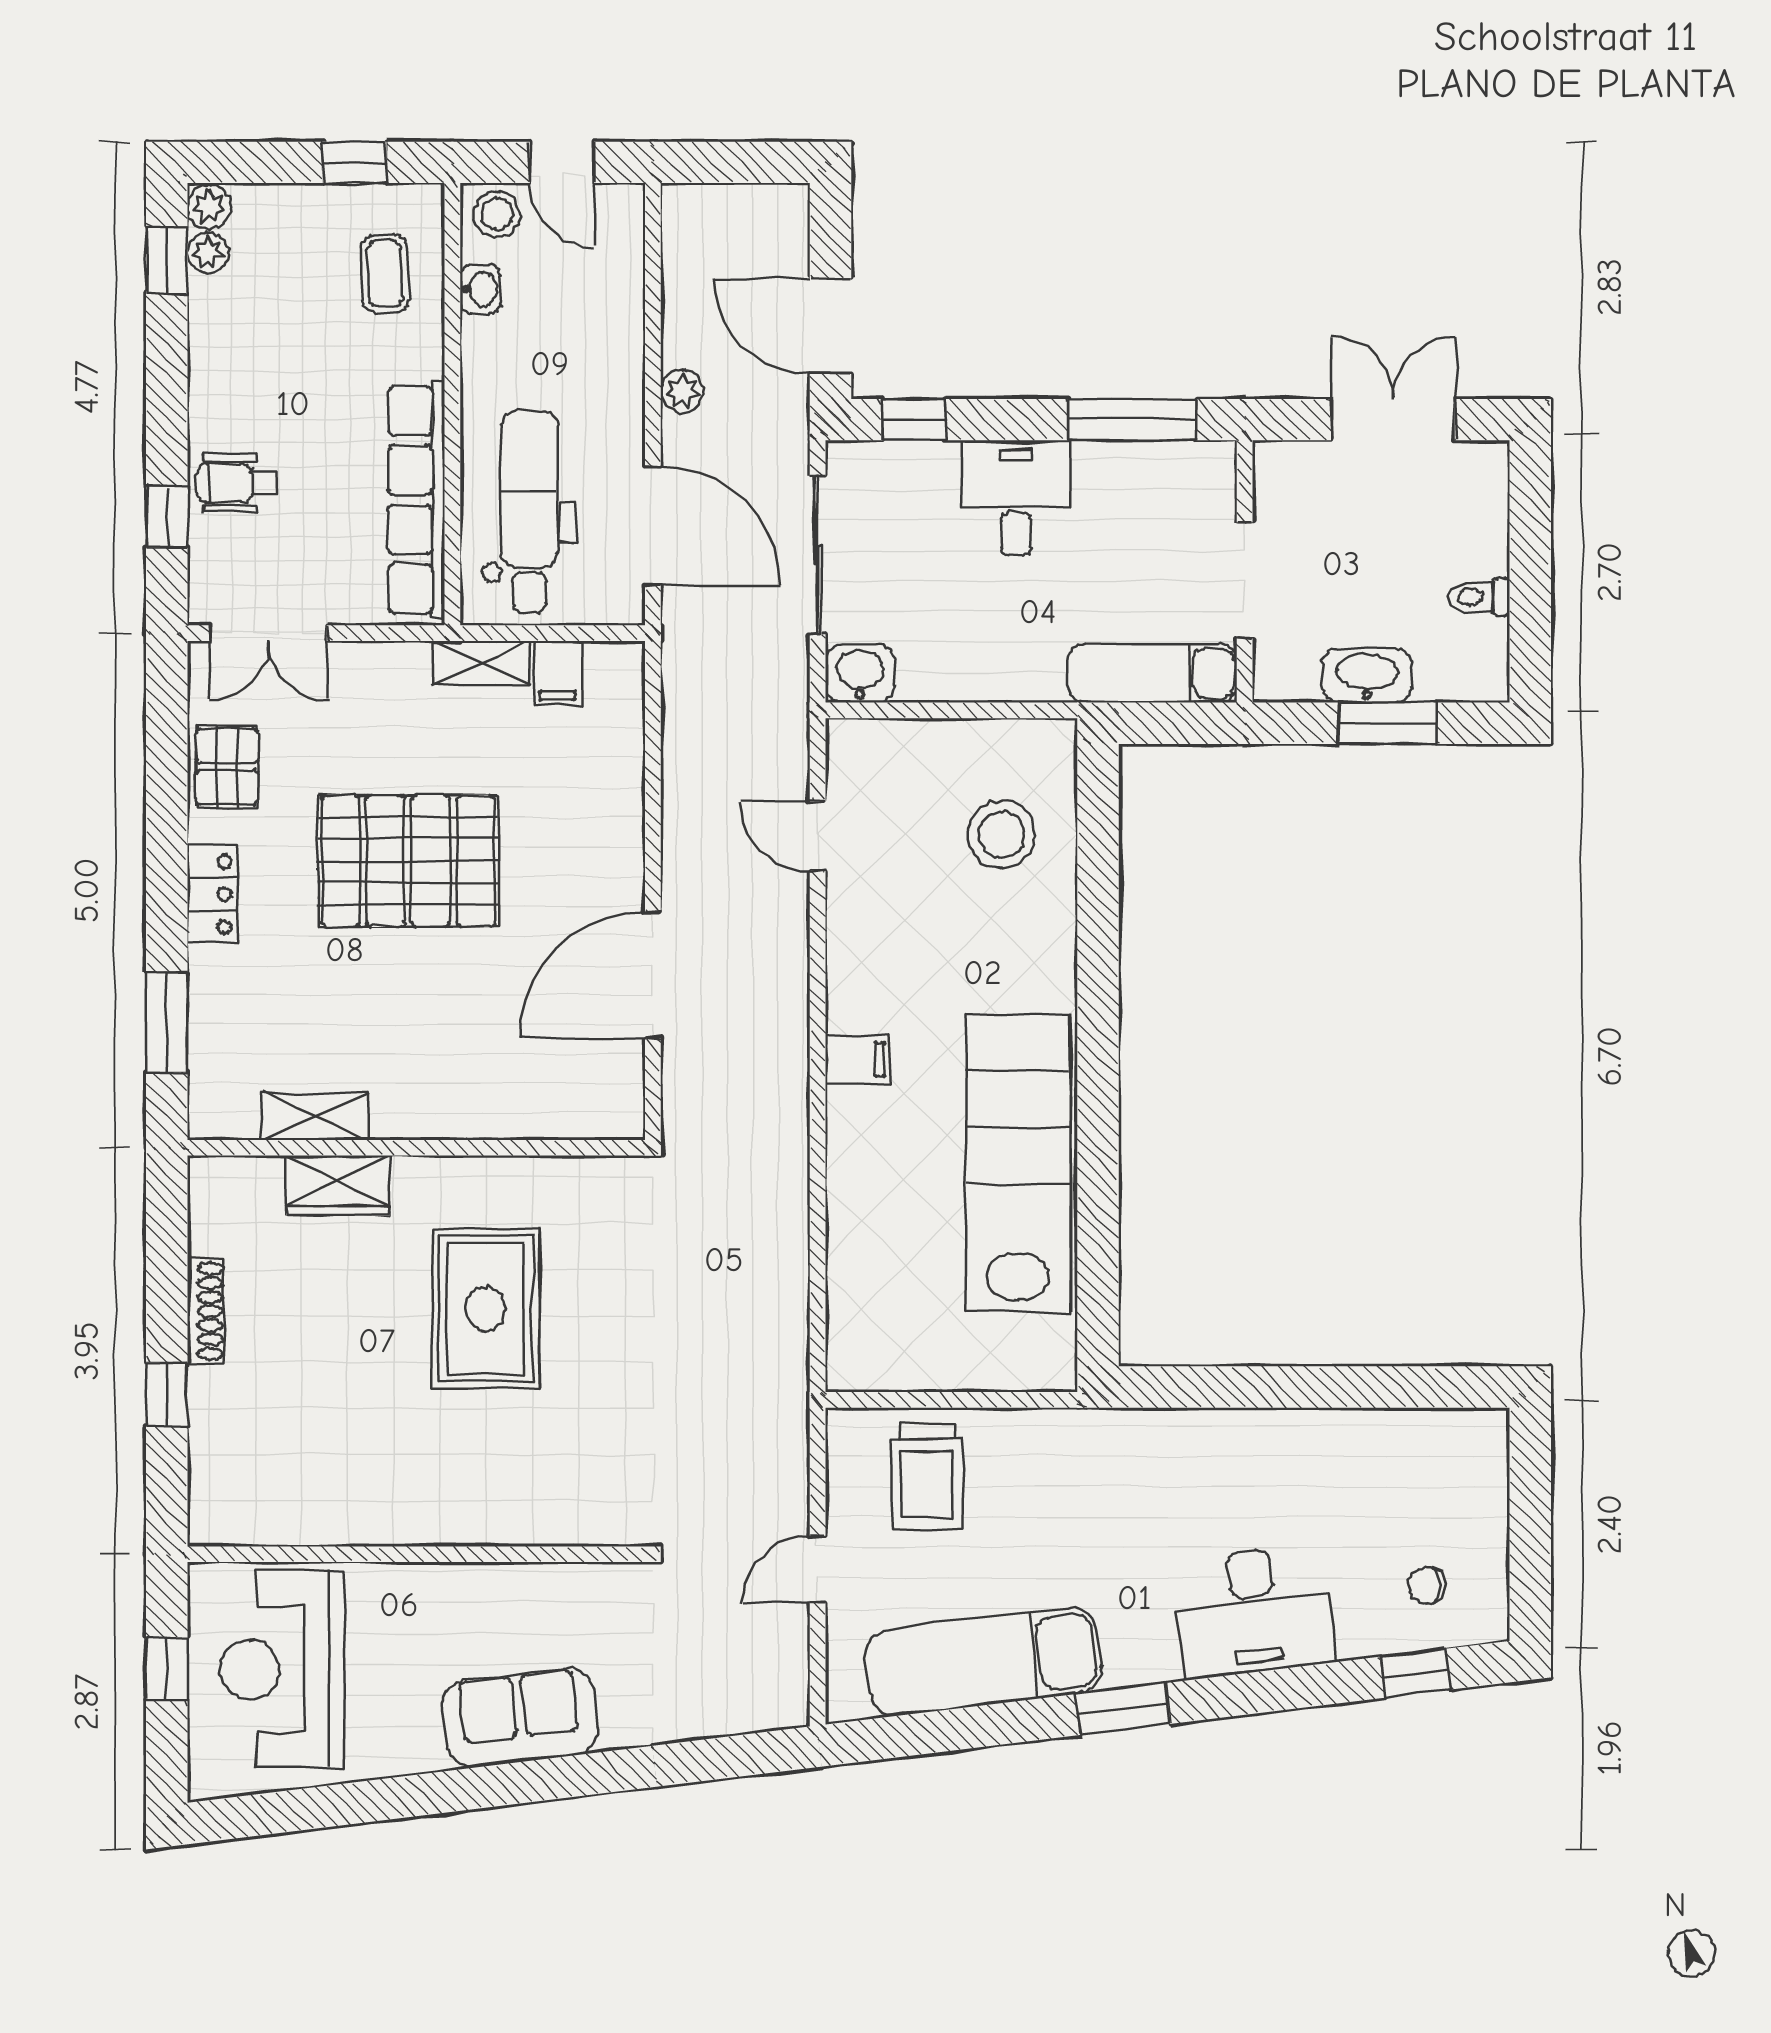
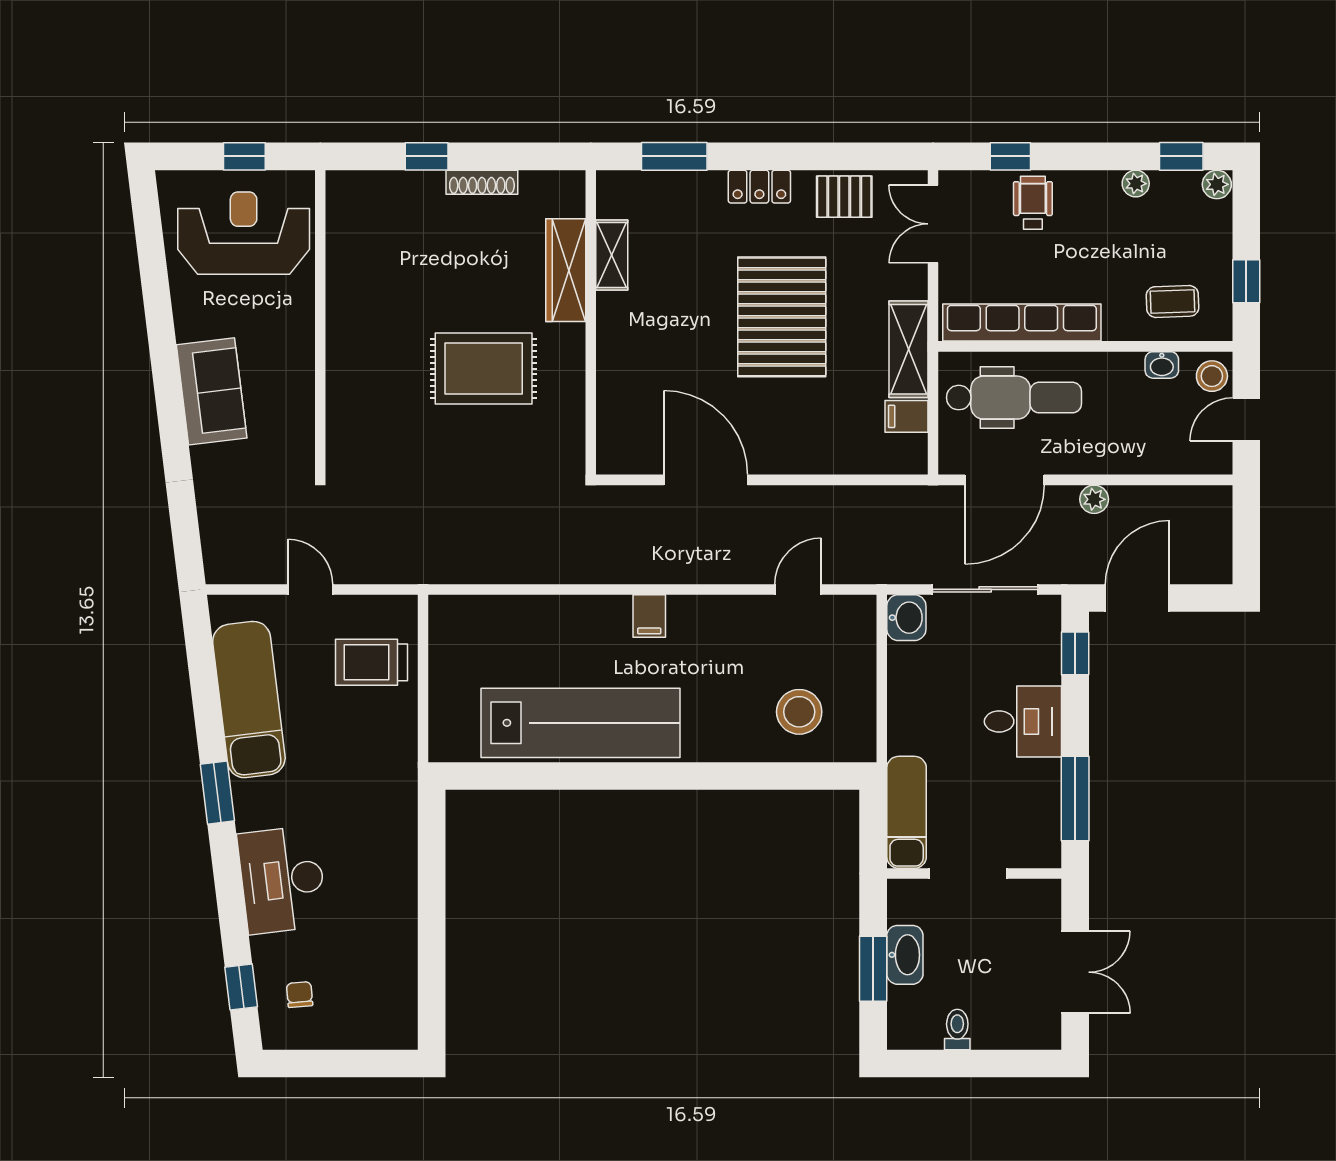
plant: (207, 253) -> (1136, 184), moved
shelving: (481, 663) -> (909, 349), width x1.50, depth x1.33
wardrobe: (338, 1185) -> (566, 270), width x1.50

